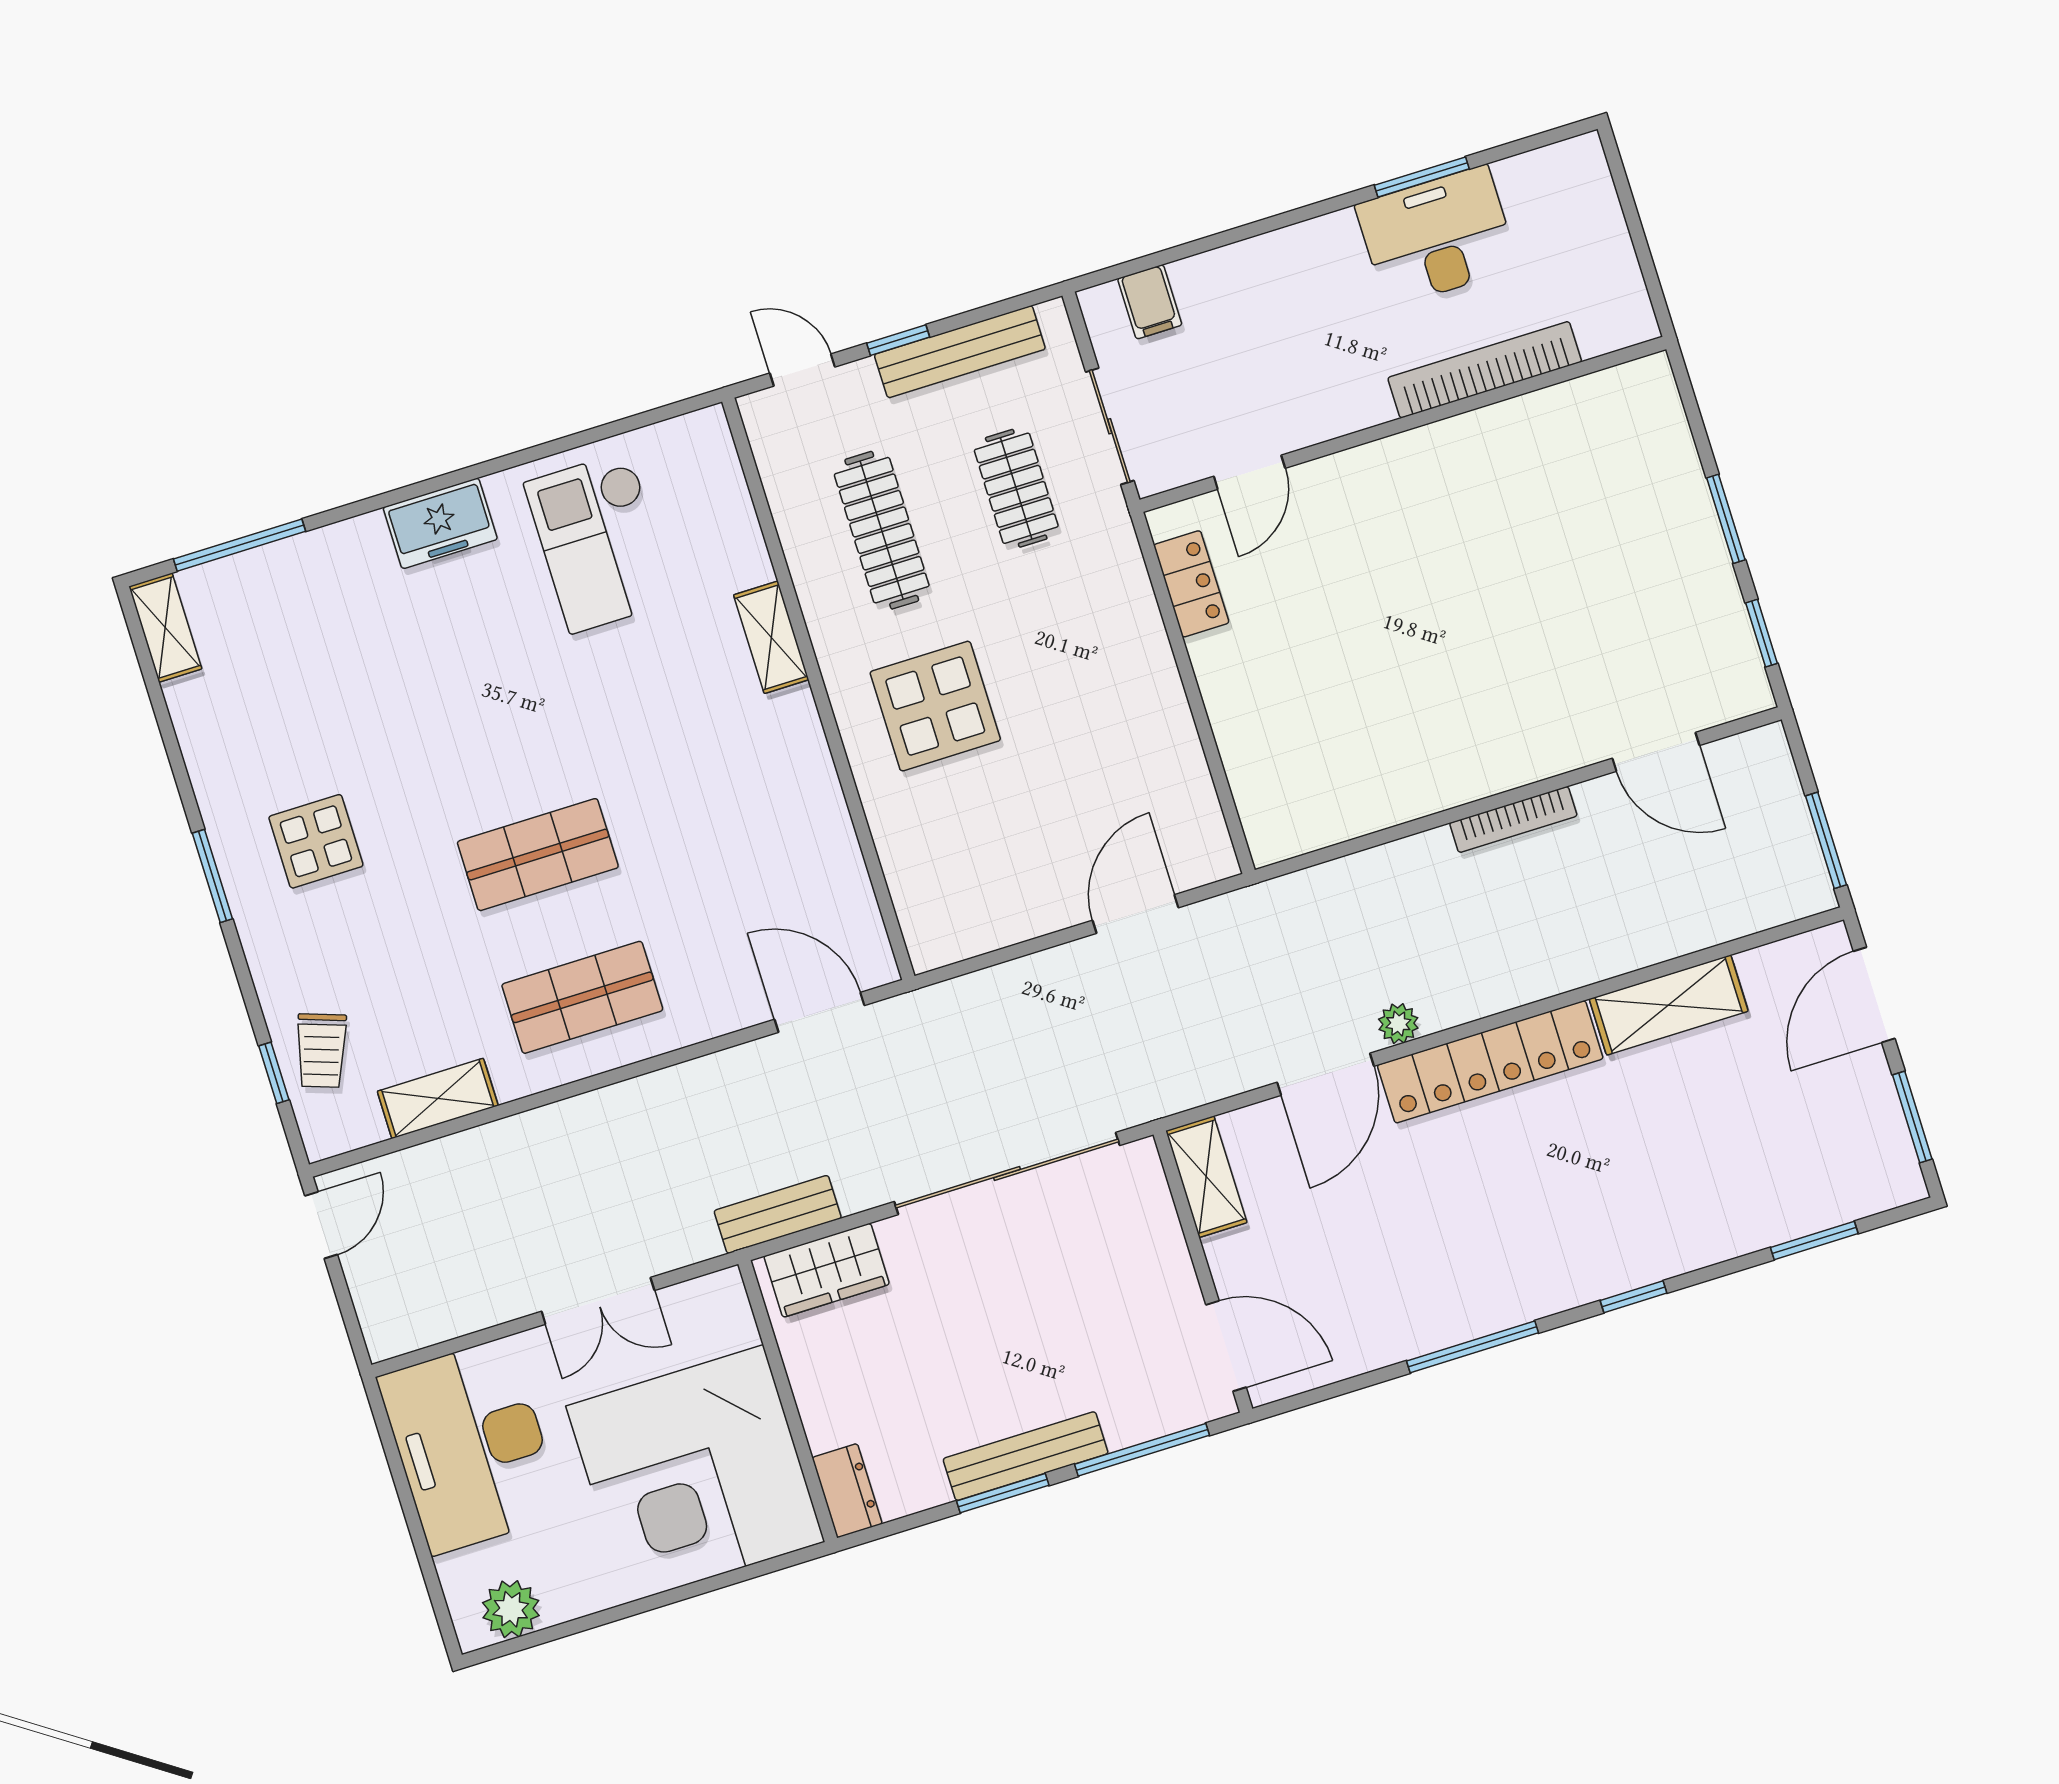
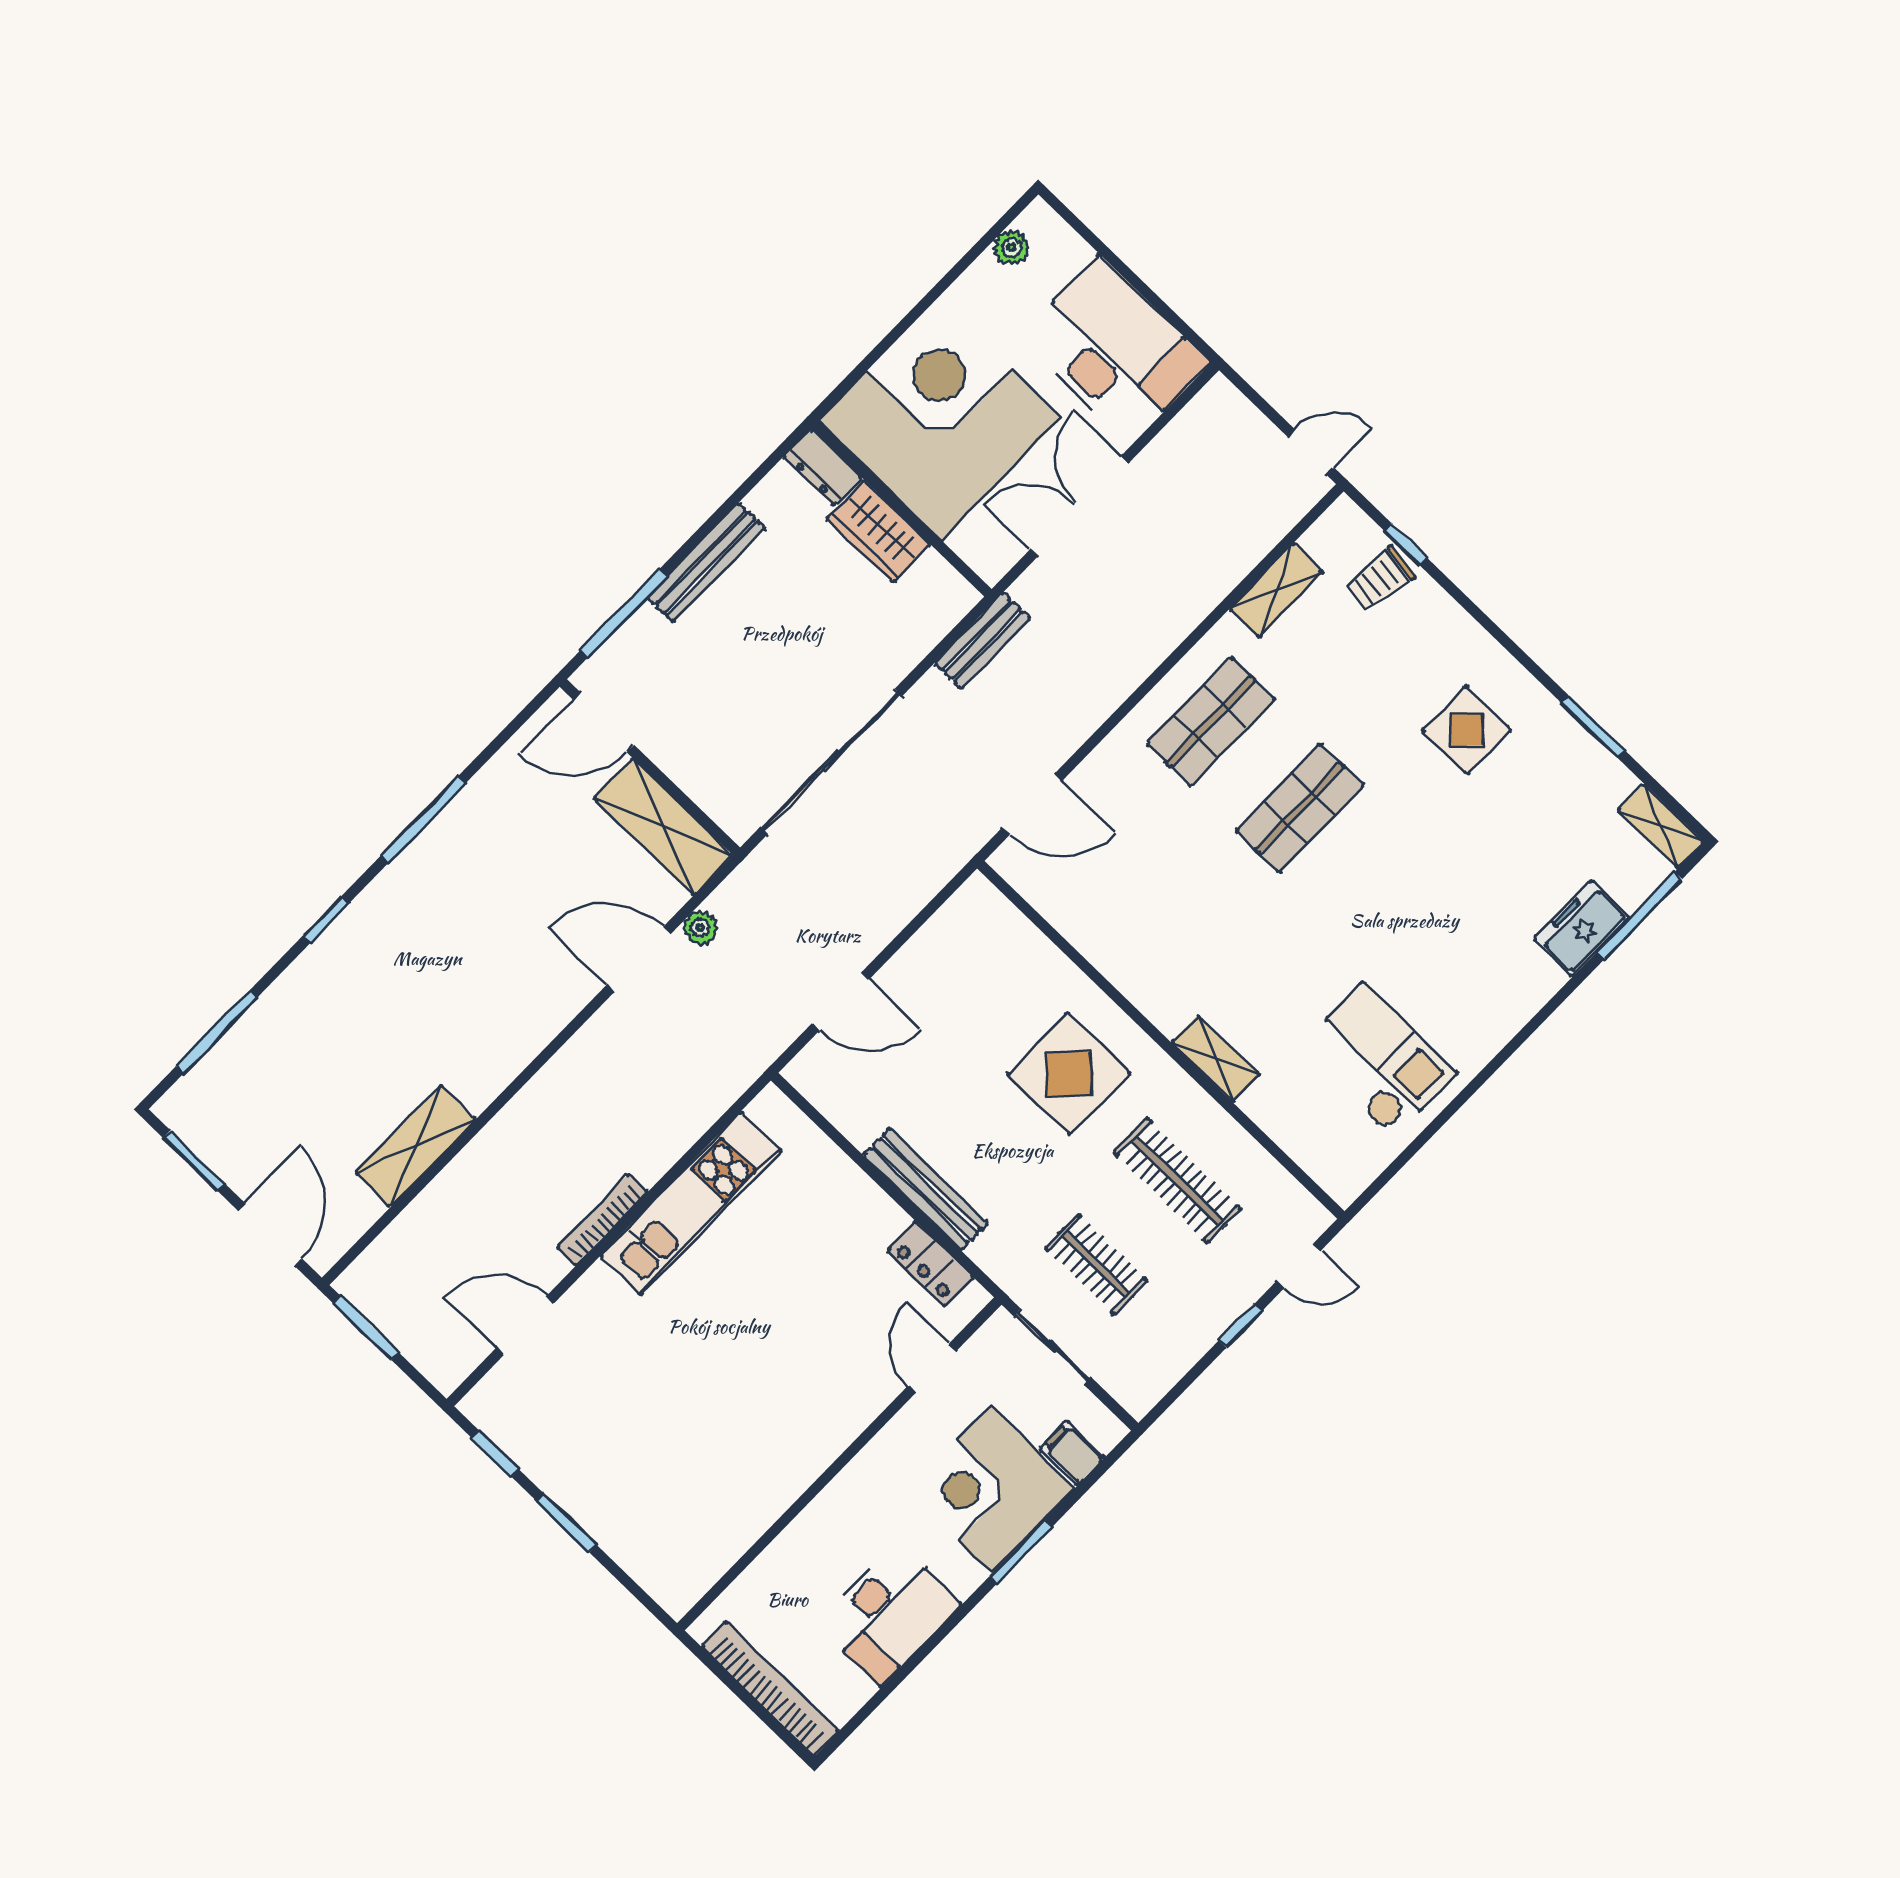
window: (1422, 177) -> (1021, 1552), moved
corner desk: (1257, 310) -> (991, 1489), added
bench: (960, 352) -> (925, 1189), moved, turned 90
bookcase: (1485, 370) -> (770, 1689), moved, turned -90
freezer: (440, 523) -> (1582, 928), moved
kitchen unit: (1410, 786) -> (691, 1203), added
window: (212, 876) -> (1593, 726), moved
door: (1135, 914) -> (841, 1001), hinge flipped
plant: (1398, 1024) -> (700, 928), moved
trolley: (321, 1051) -> (1380, 579), turned -101
locker: (1490, 1062) -> (523, 1034), removed
door: (1326, 1074) -> (639, 960), hinge flipped
shelving: (1206, 1177) -> (663, 827), width x1.50, depth x1.33
door: (321, 1225) -> (1311, 452), swing flipped
window: (1814, 1240) -> (217, 1032), width x1.44
wardrobe: (827, 1270) -> (878, 531), moved, turned -90
double door: (598, 1301) -> (1079, 506), width x1.37
window: (1003, 1493) -> (708, 527), removed
plant: (511, 1609) -> (1011, 247), width x0.73, depth x0.73

